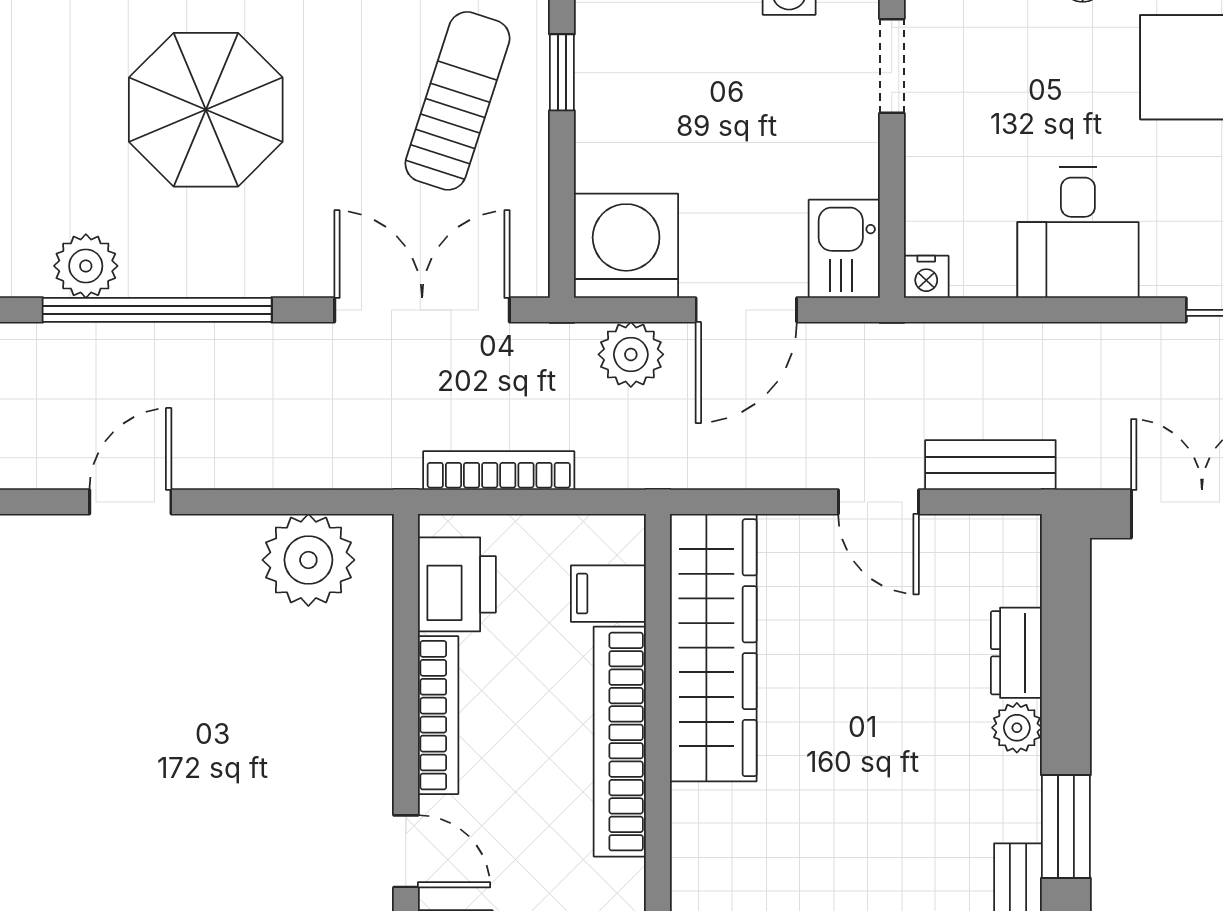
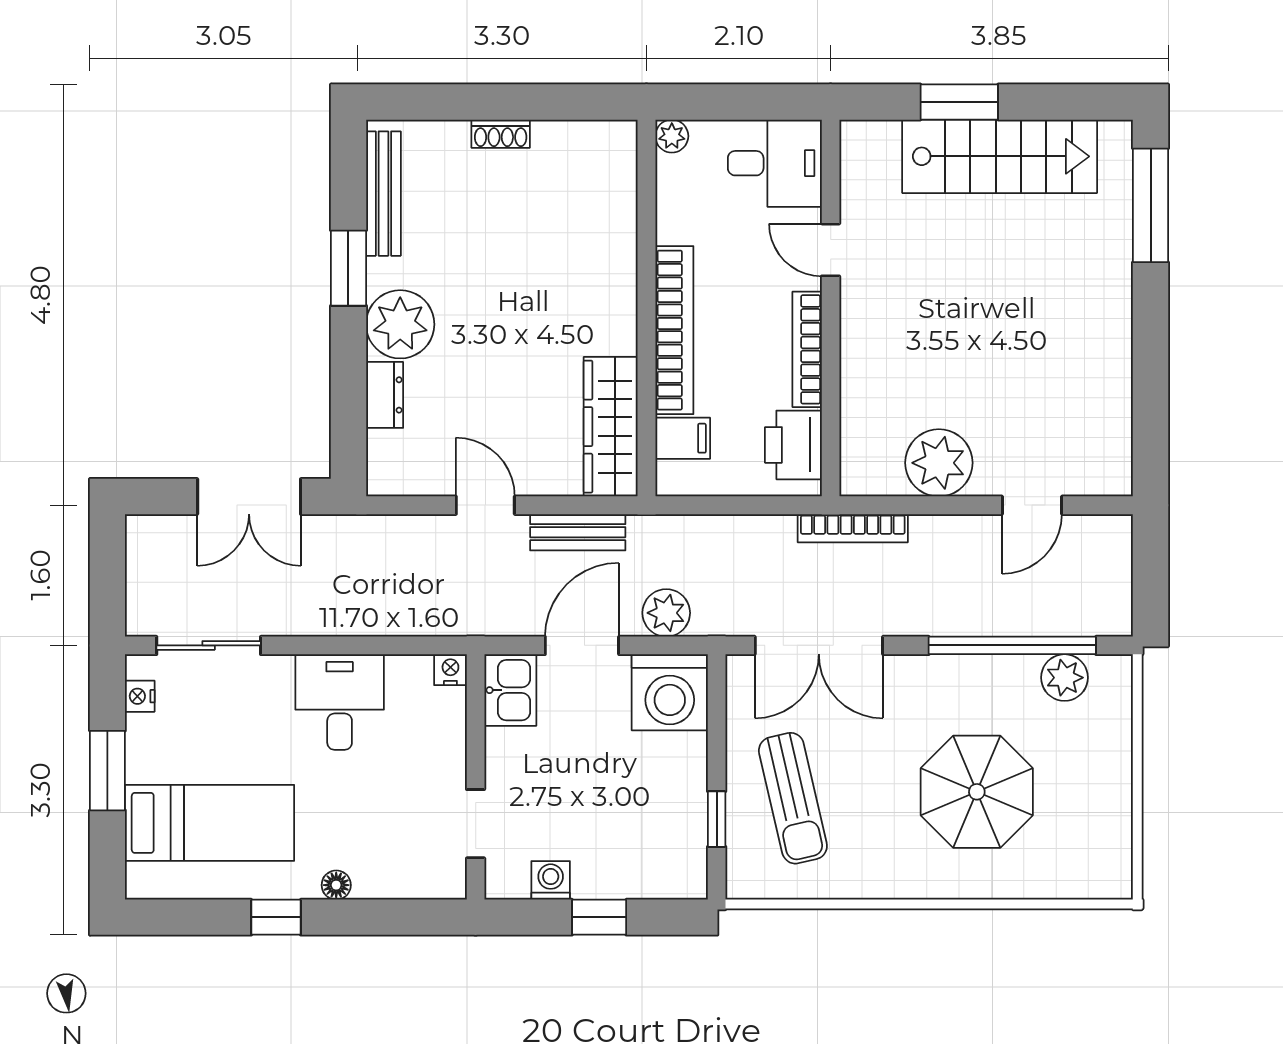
sun lounger: (457, 101) -> (793, 798), turned -31
bench: (990, 465) -> (578, 532), moved
bookcase: (499, 471) -> (853, 528), moved
plant: (308, 560) -> (939, 463), moved
wardrobe: (713, 648) -> (611, 427), width x0.71, depth x0.85
plant: (1017, 728) -> (400, 324), width x1.87, depth x1.87

